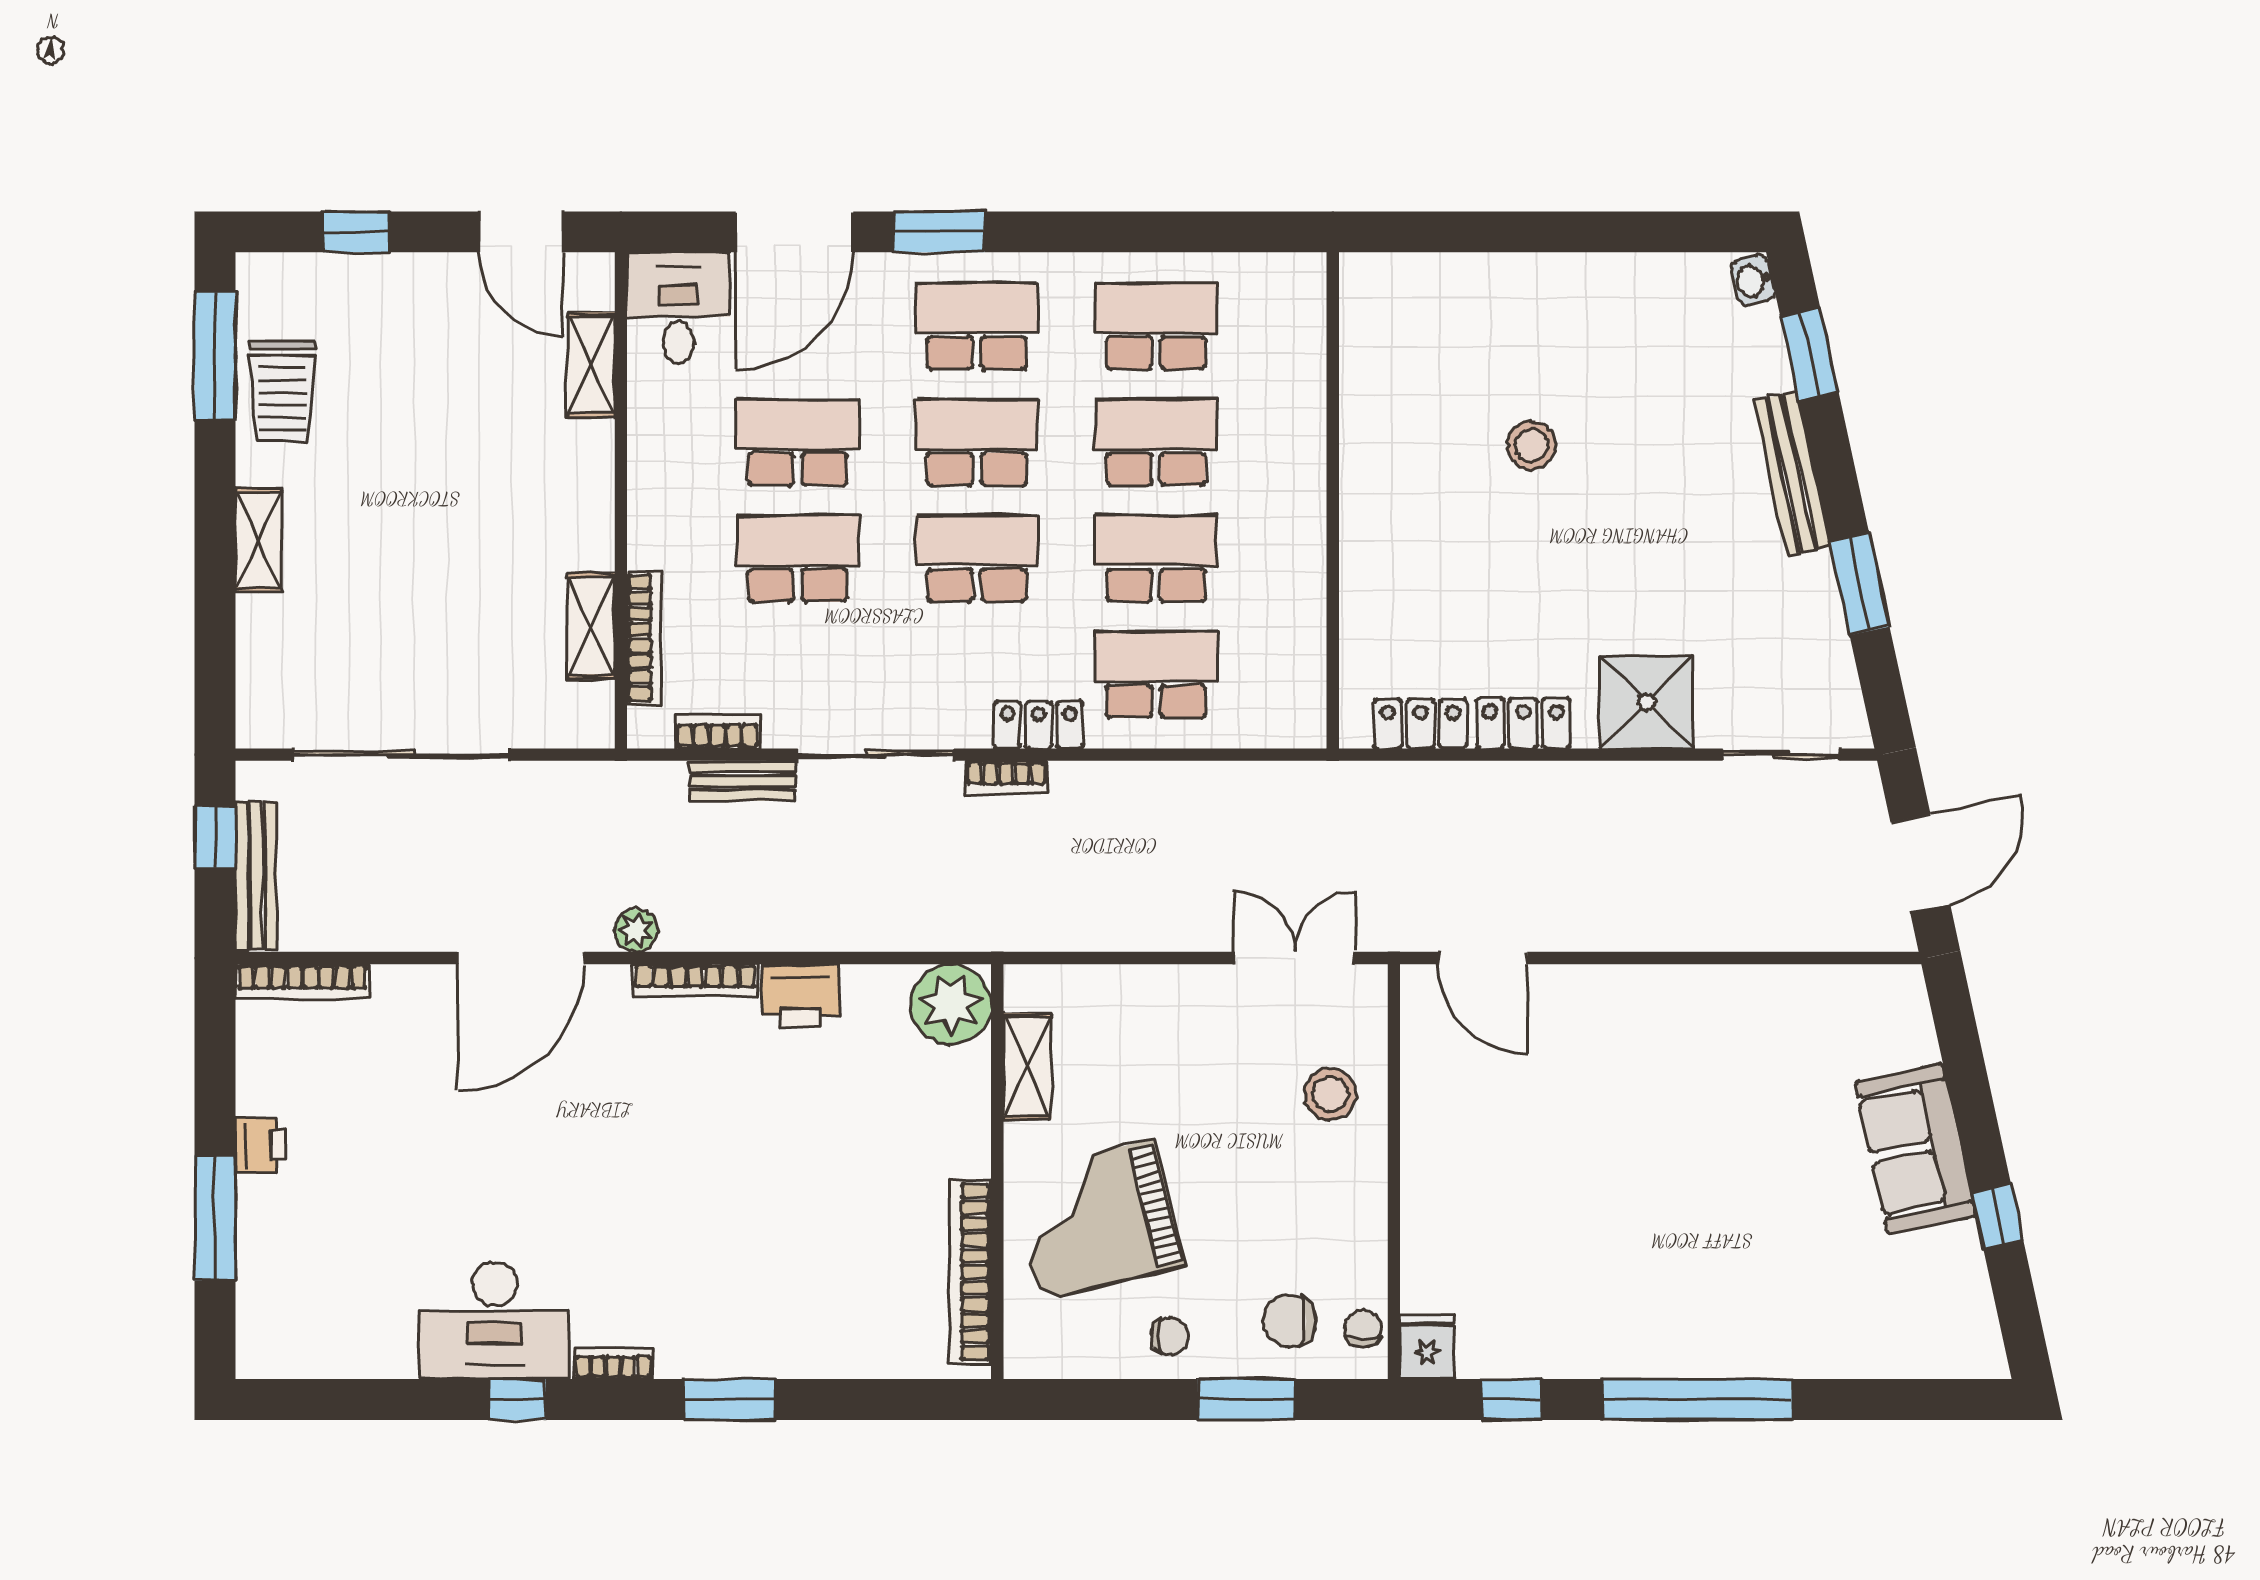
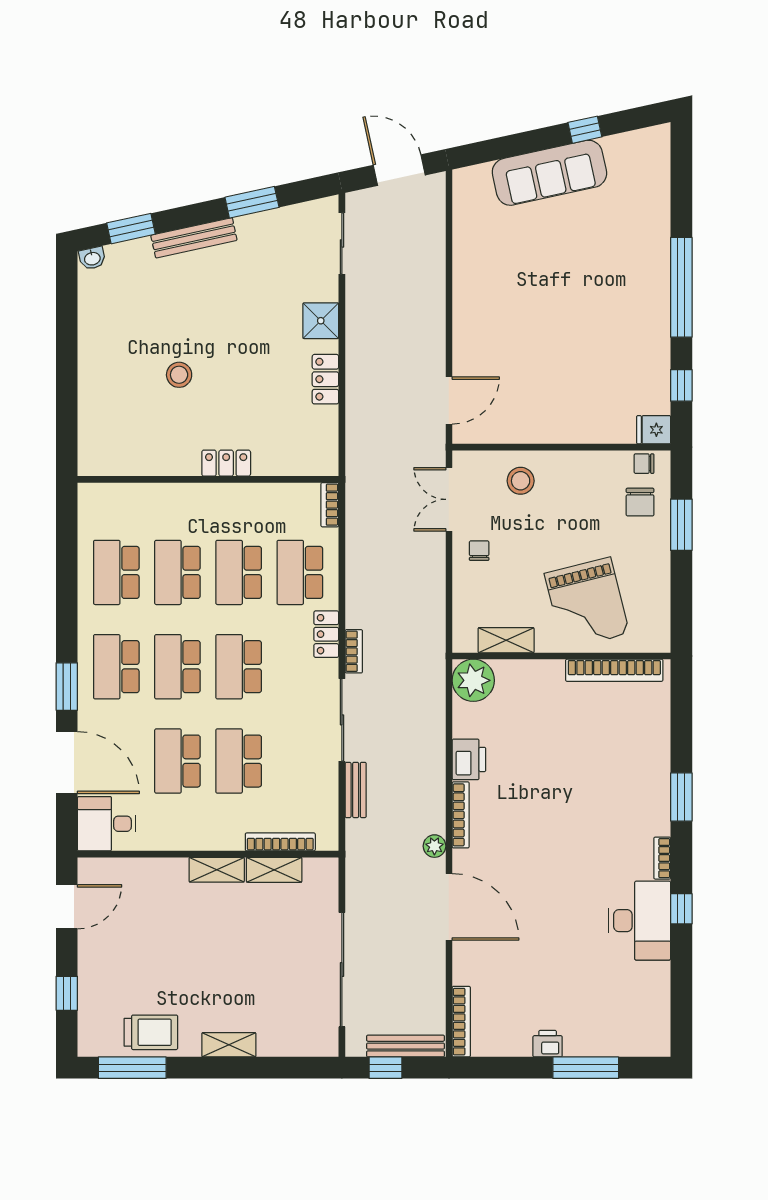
shelving: (591, 365) -> (217, 870), moved
shower: (1647, 702) -> (321, 321), width x0.73, depth x0.73
locker: (1420, 724) -> (226, 463), moved, turned 90
bookcase: (718, 732) -> (330, 505), moved
sofa: (1915, 1149) -> (549, 173), width x1.36
chair: (1170, 1336) -> (479, 551), moved

